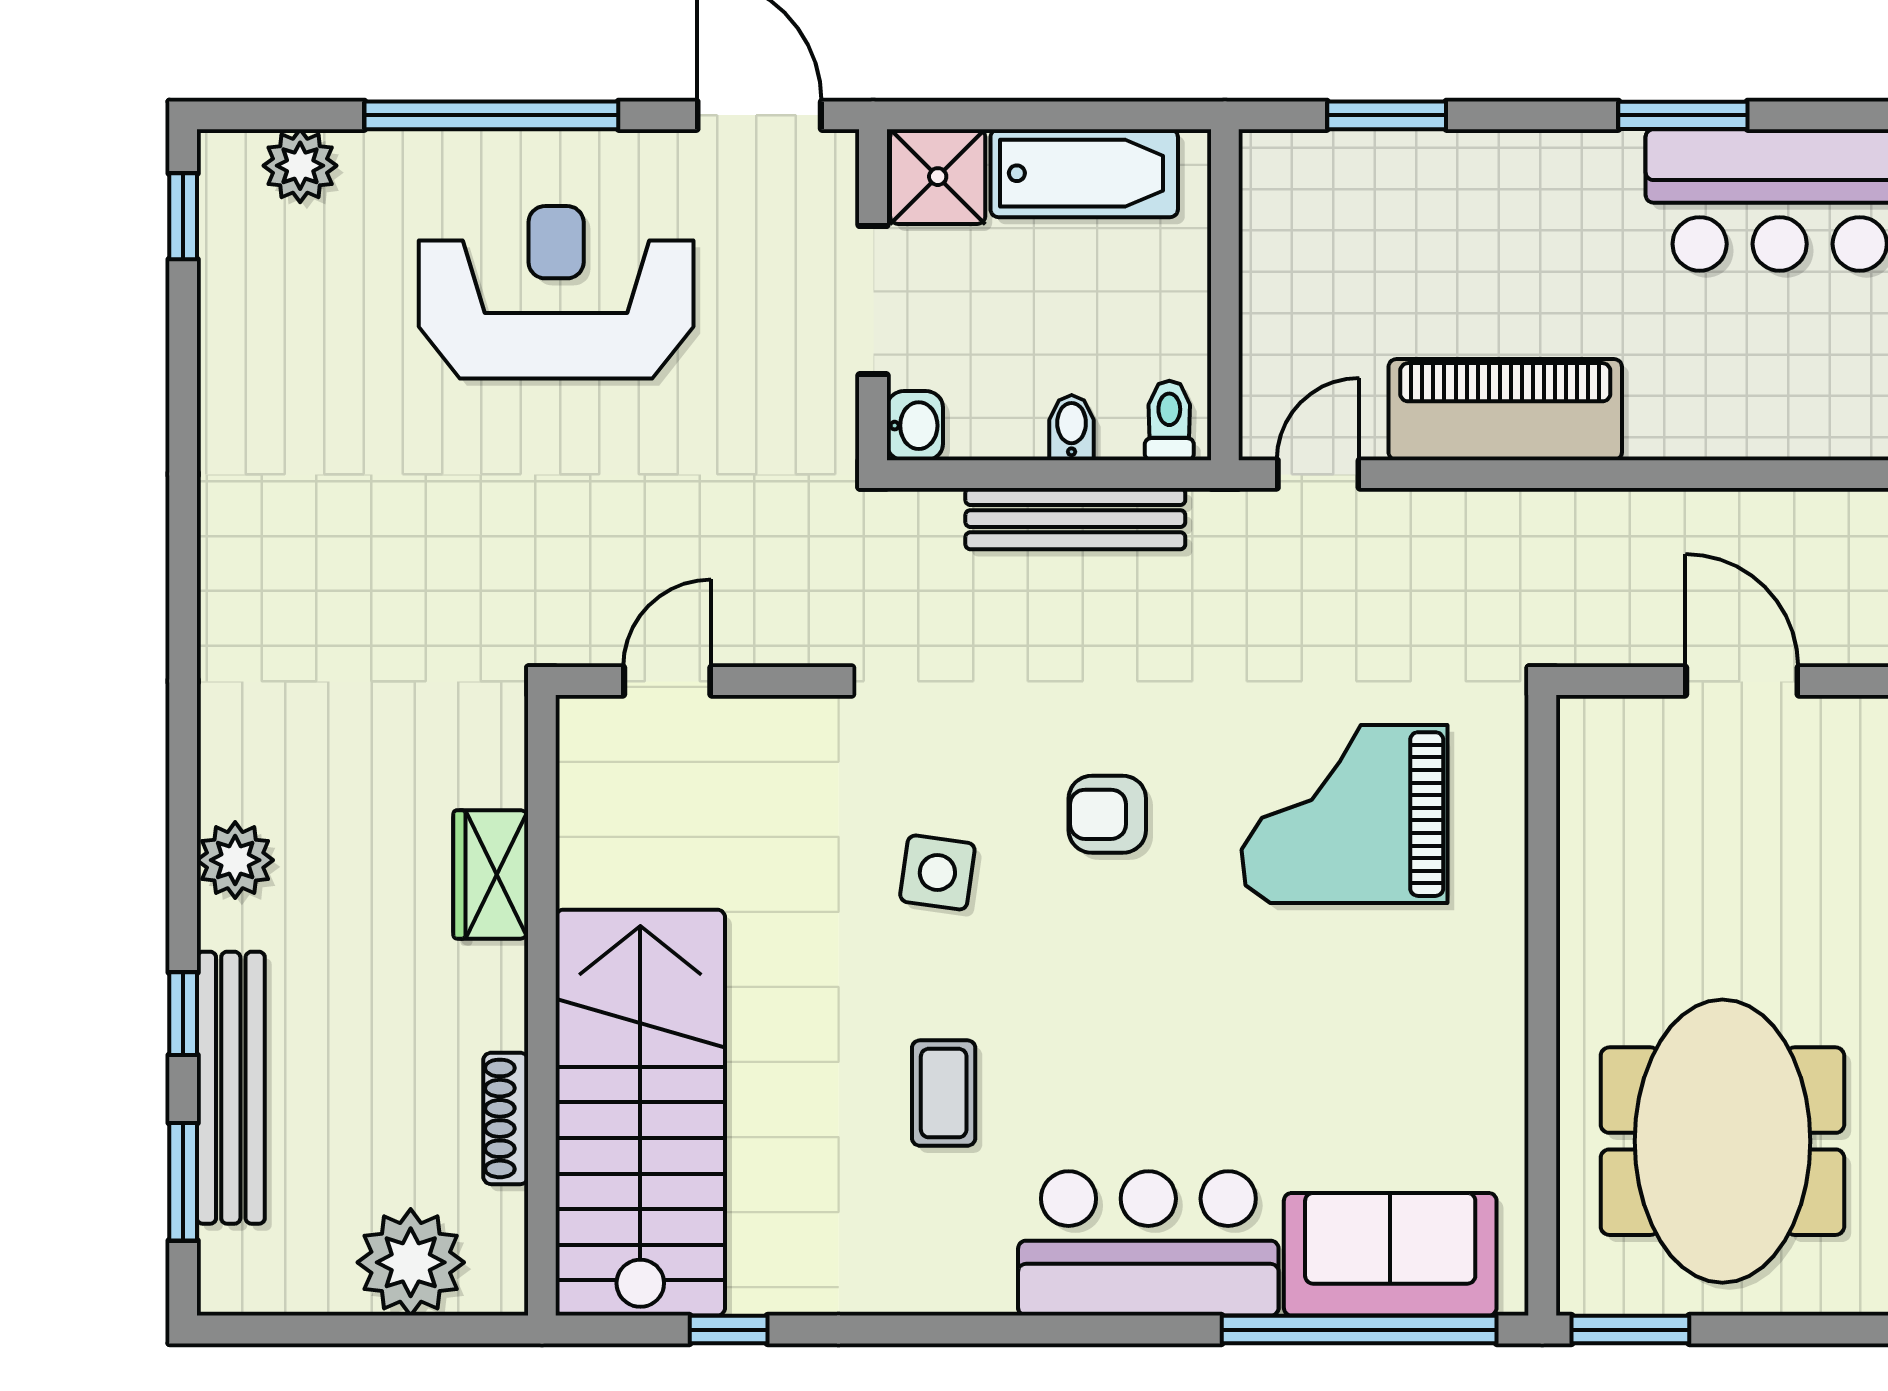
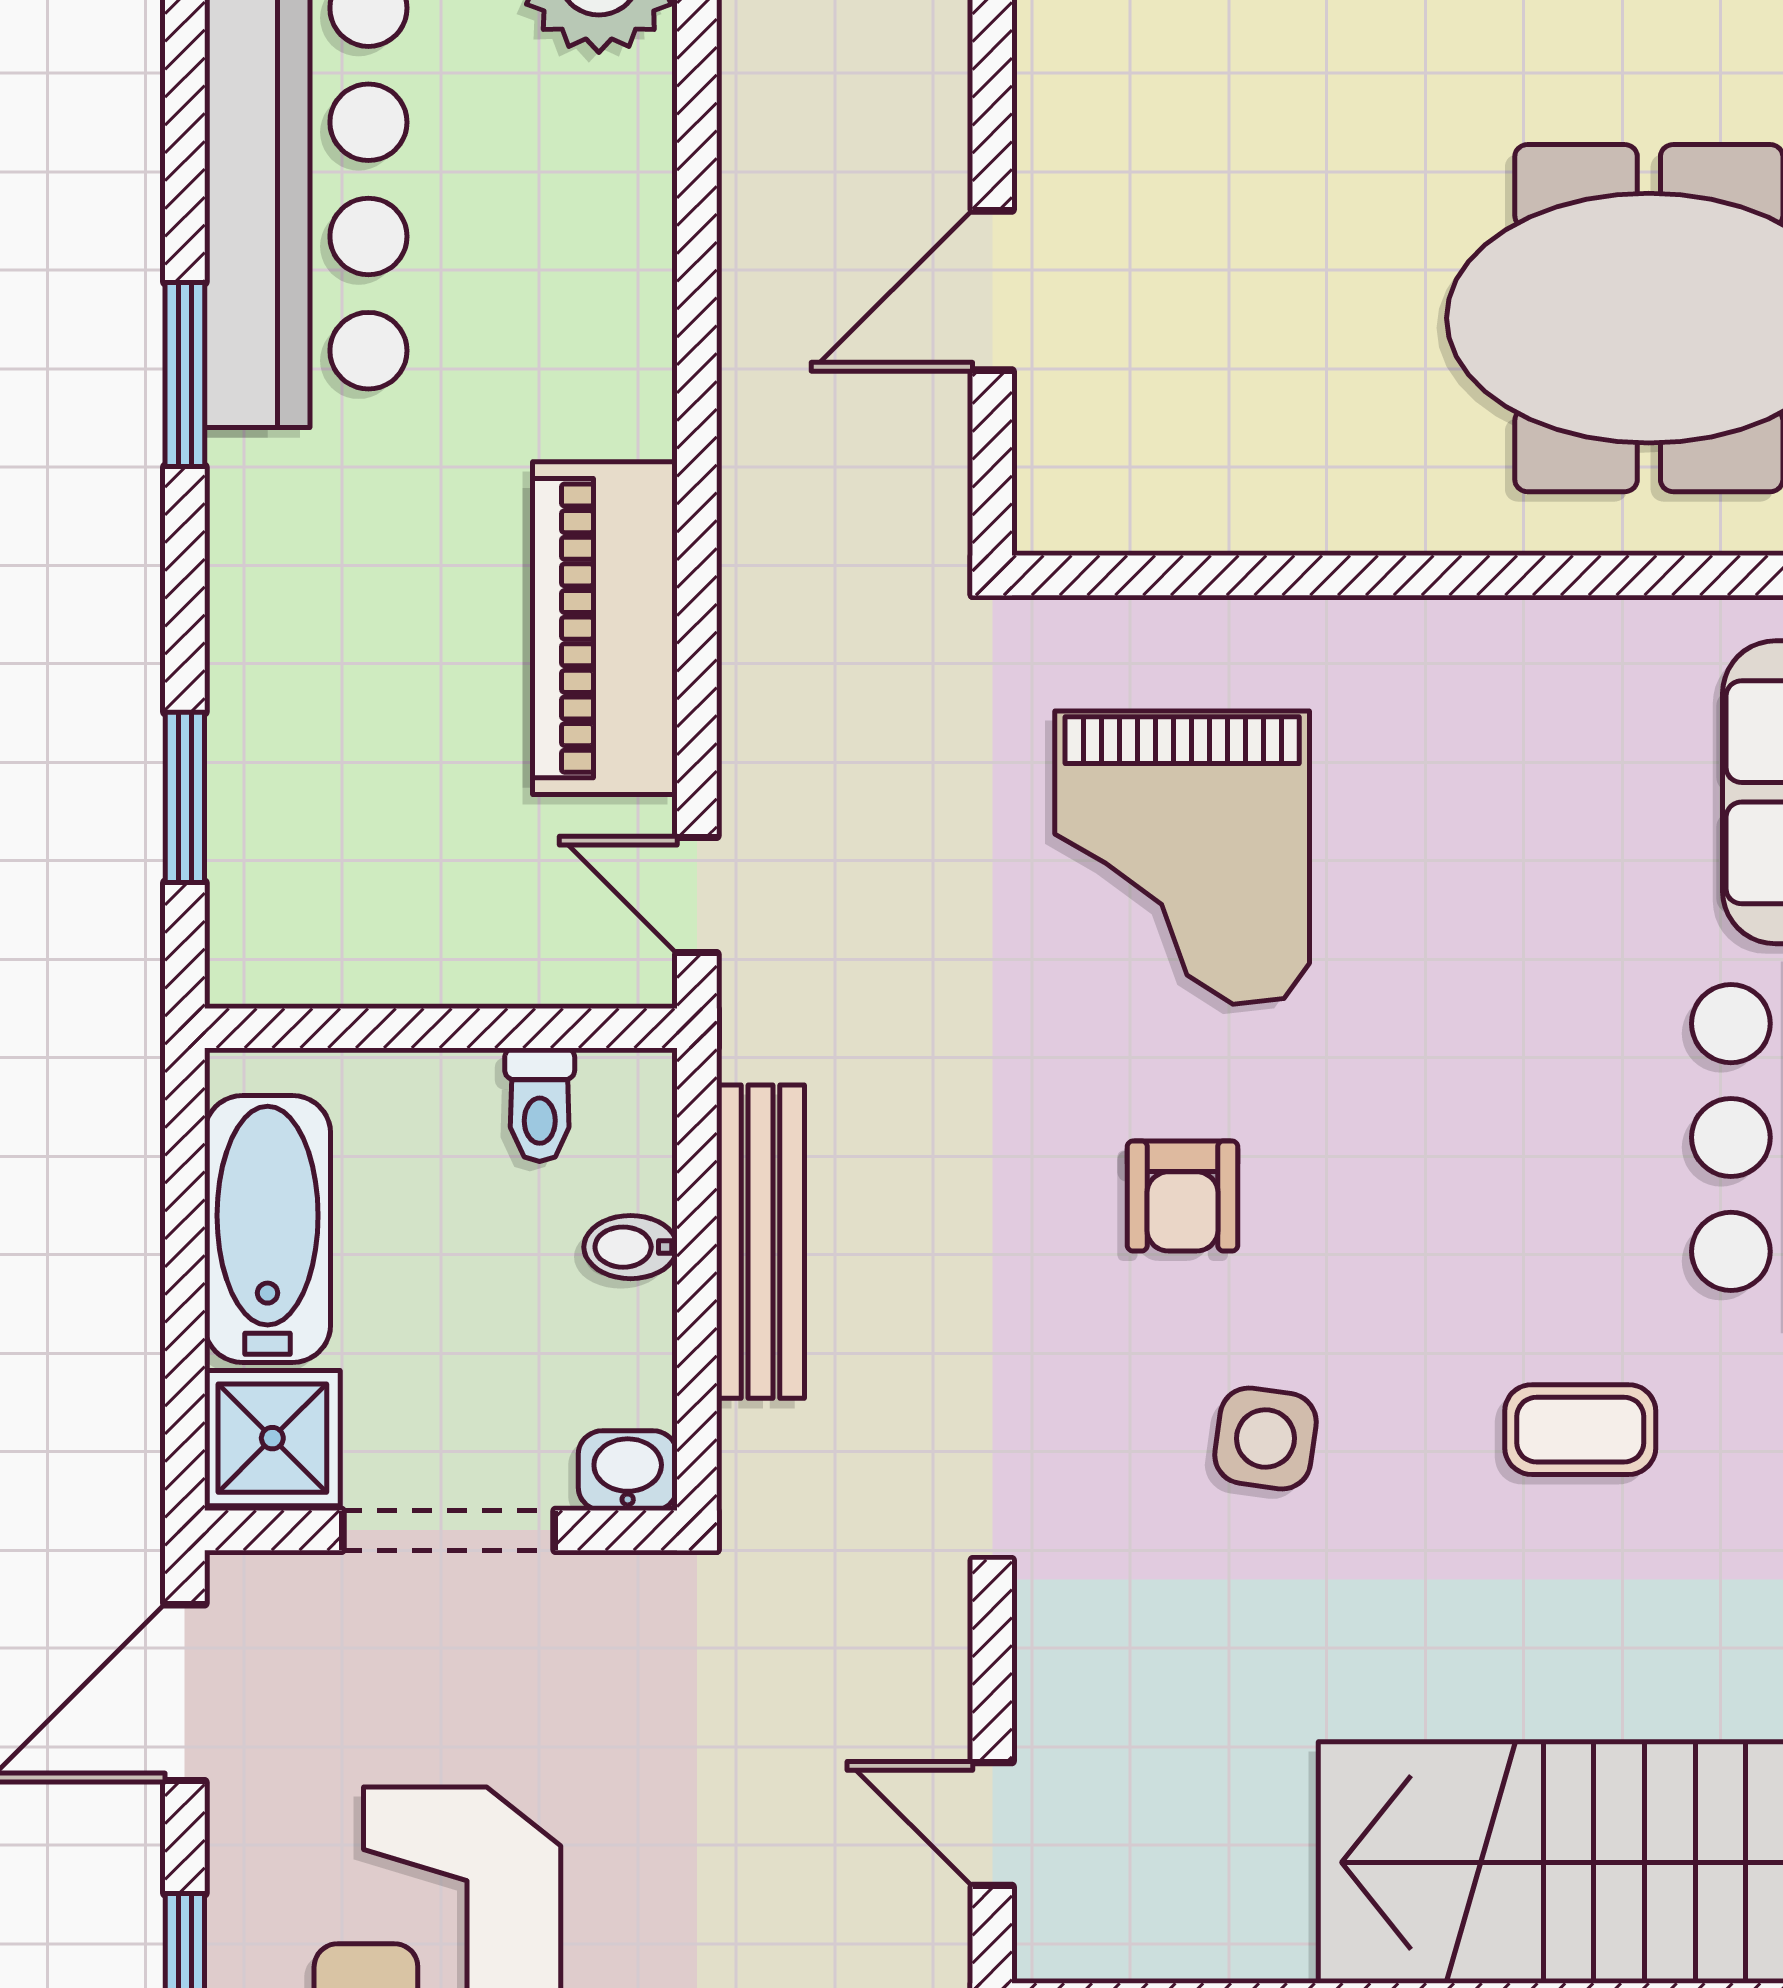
toilet: (1169, 420) -> (540, 1105), moved, turned -90

